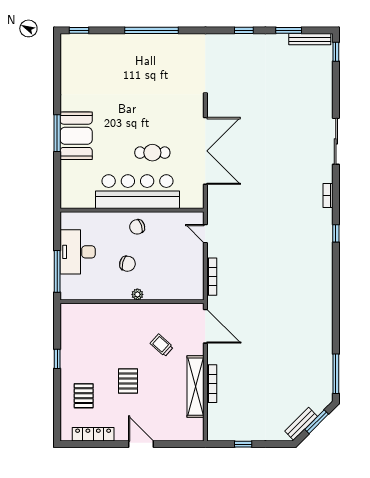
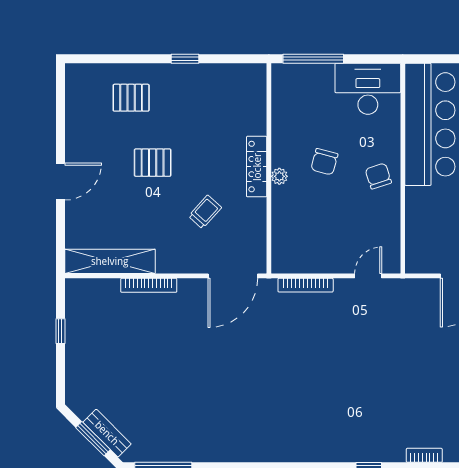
bar counter: (138, 192) -> (430, 124), moved
desk: (78, 252) -> (368, 89), moved
shelving: (196, 387) -> (110, 261), moved
bench: (301, 424) -> (107, 433), moved
locker: (93, 434) -> (257, 167), moved, turned 180

